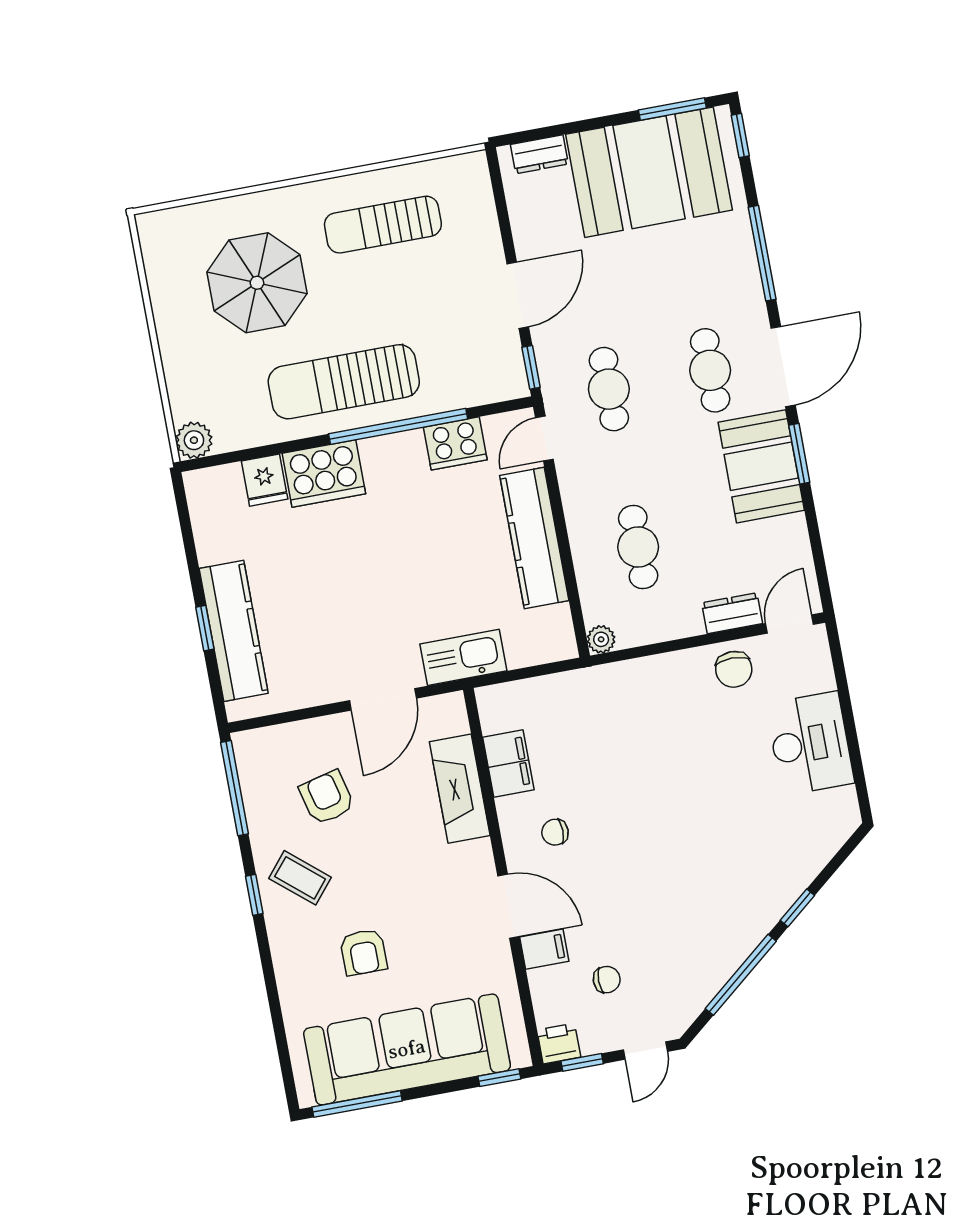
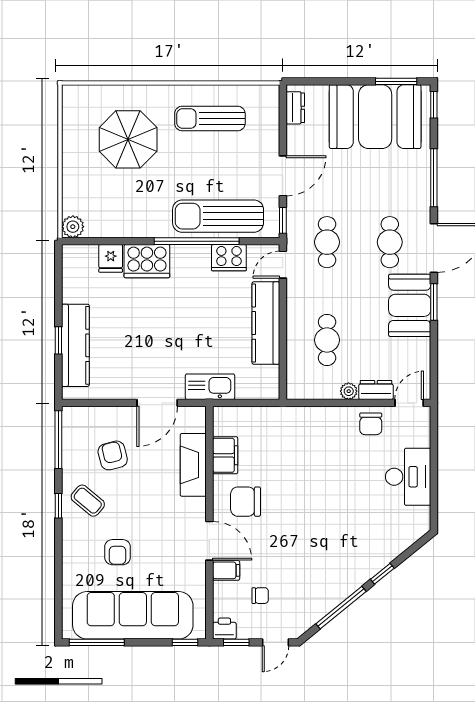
dresser: (539, 154) -> (295, 108), moved, turned -90
sun lounger: (344, 382) -> (218, 216), moved
plant: (601, 639) -> (349, 391), moved
chair: (555, 832) -> (246, 502), width x1.87, depth x1.87

